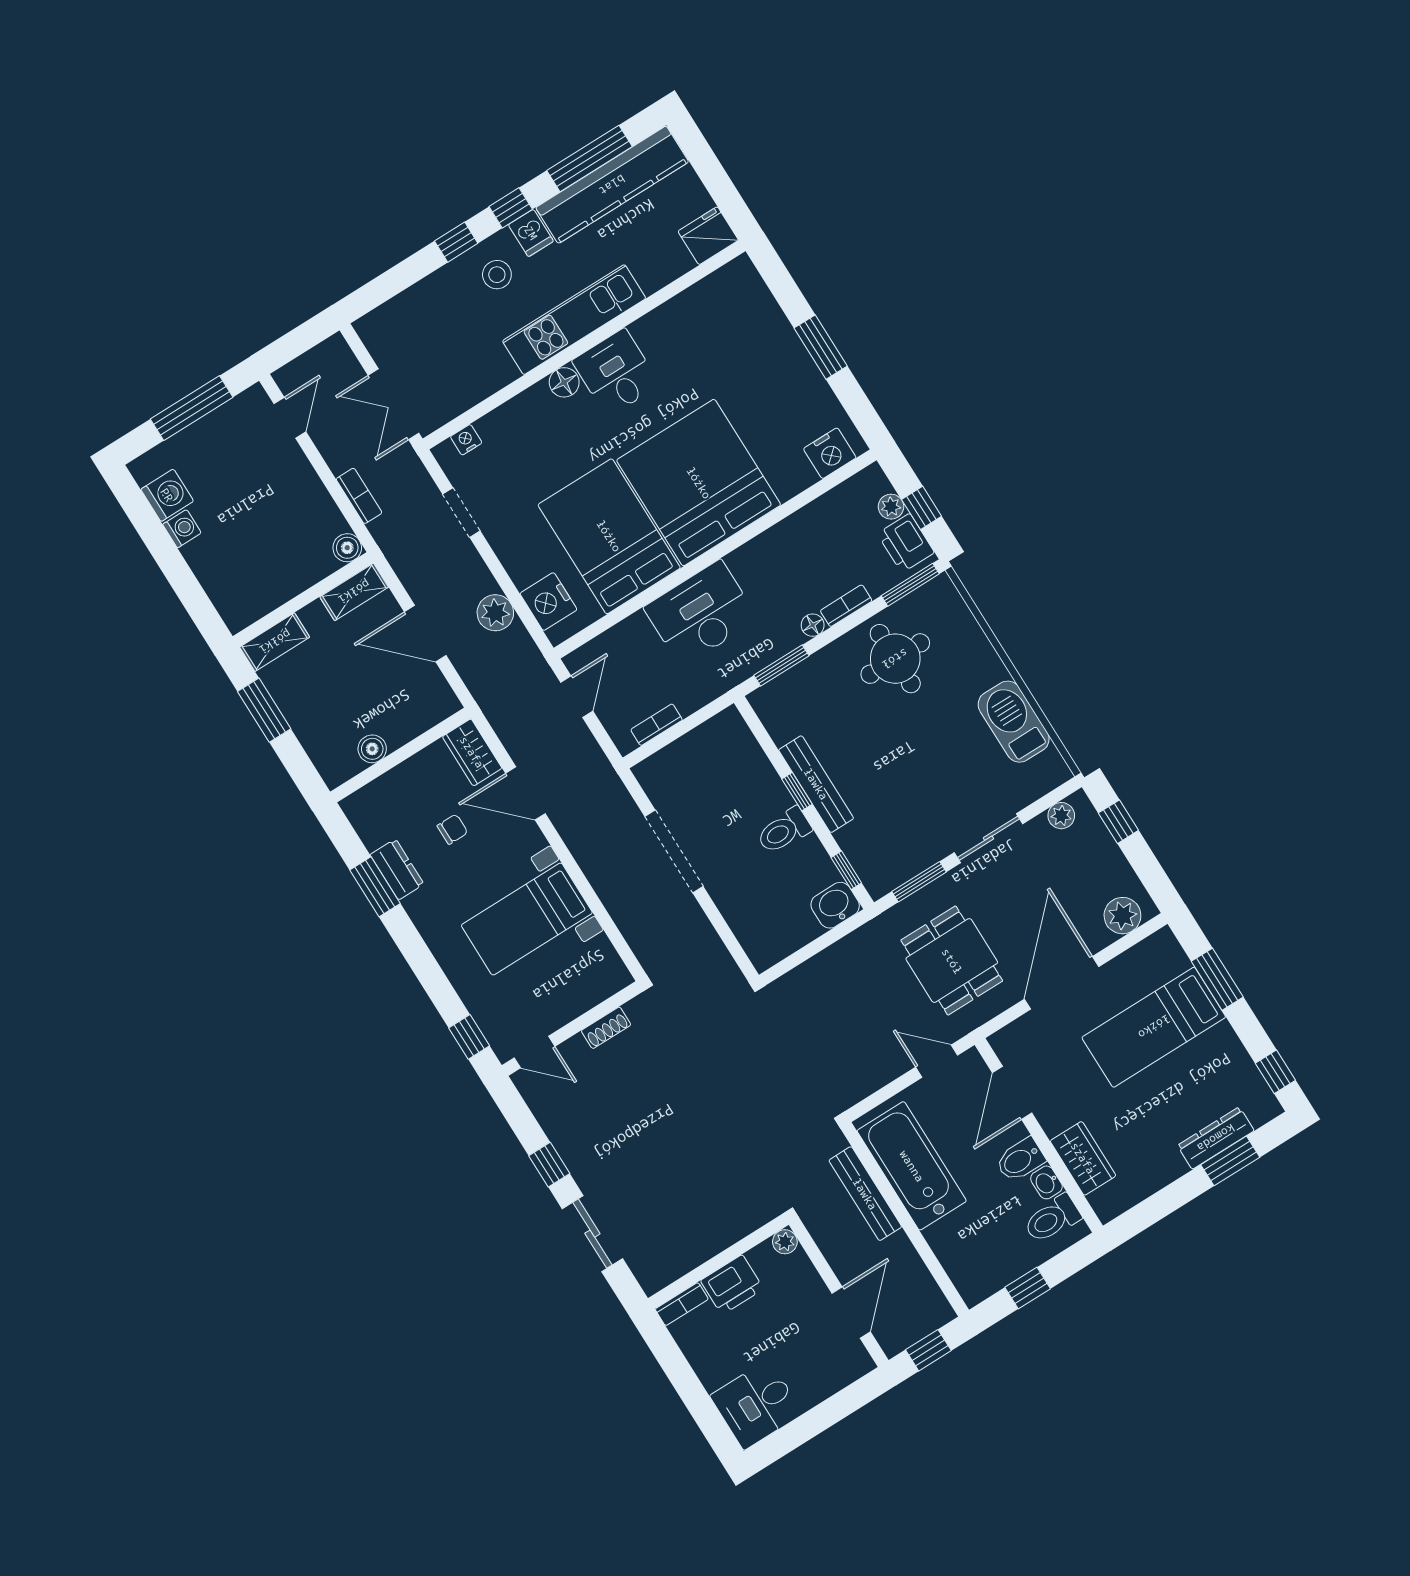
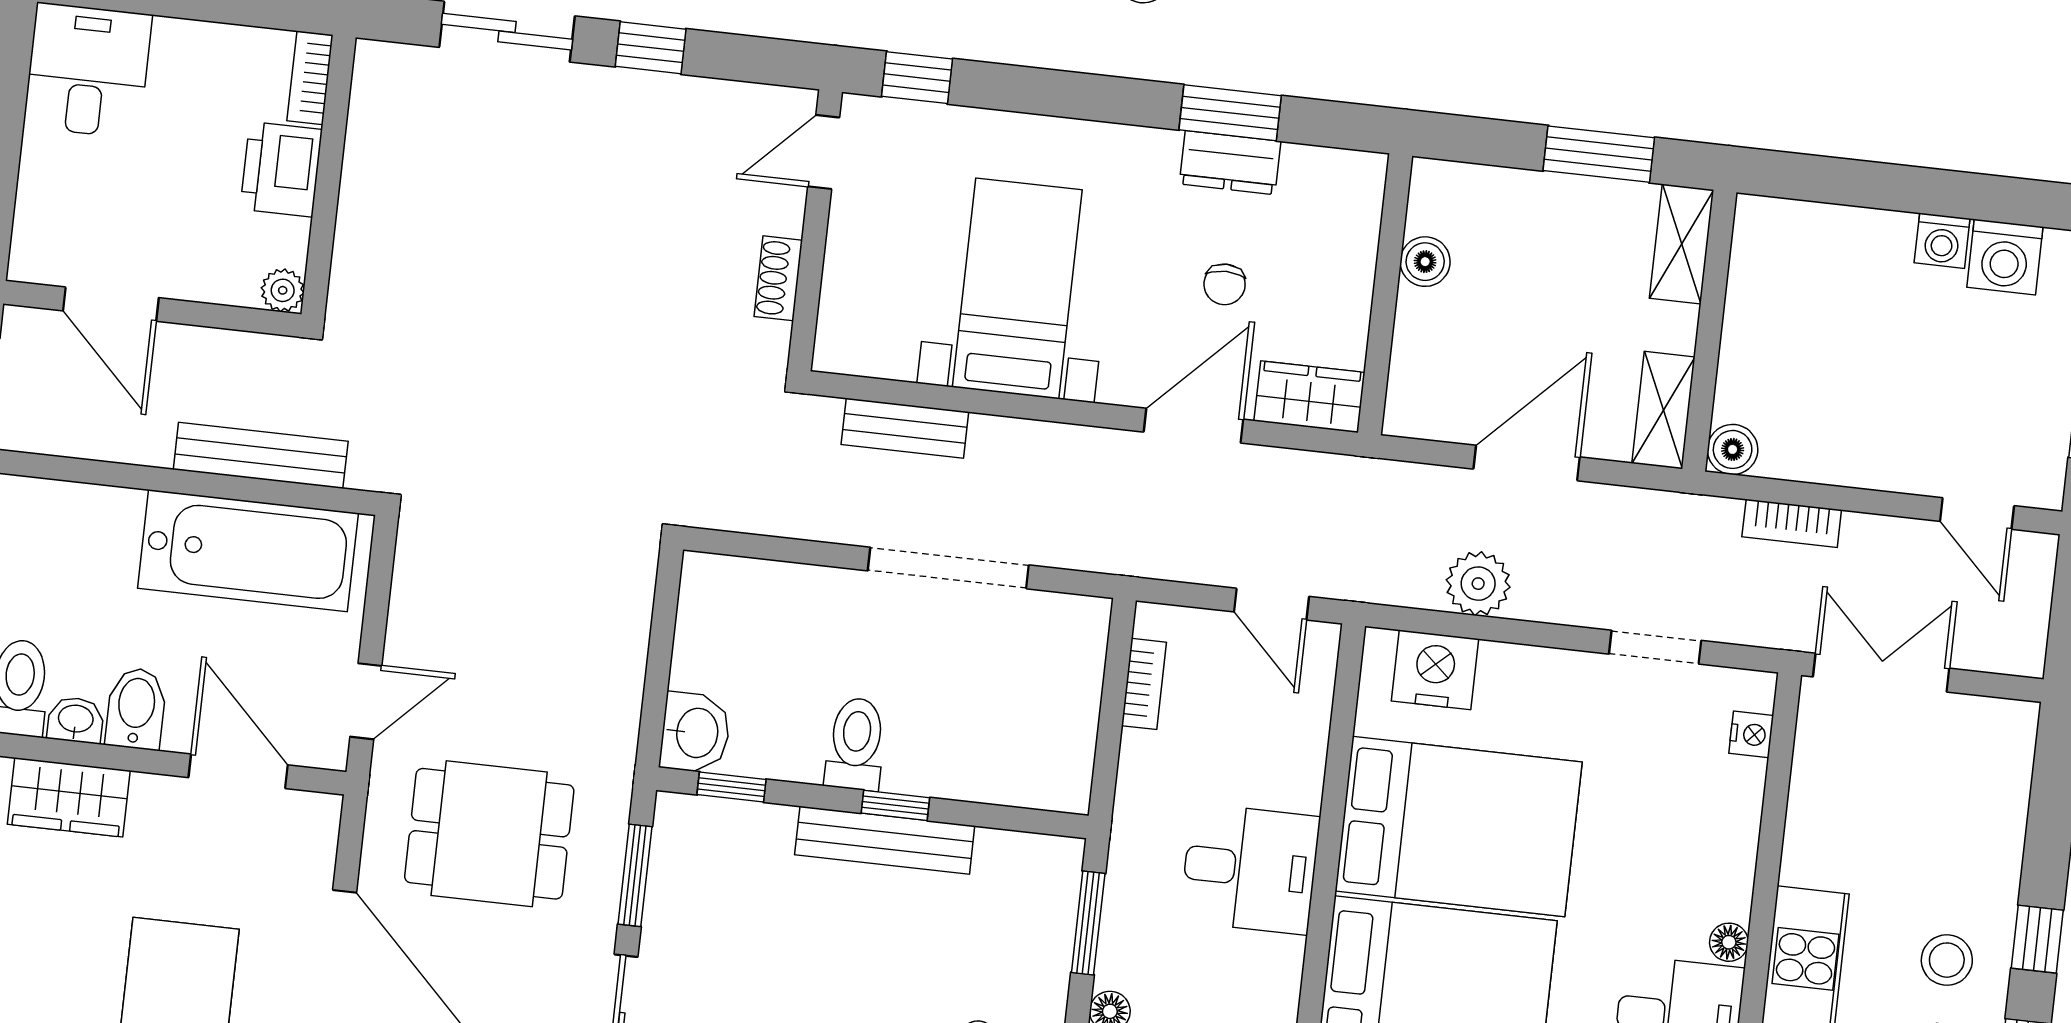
floor lamp: (564, 382) -> (1729, 942), width x0.73, depth x0.73
desk: (701, 613) -> (1250, 869), width x0.73
bench: (628, 920) -> (905, 428), added

